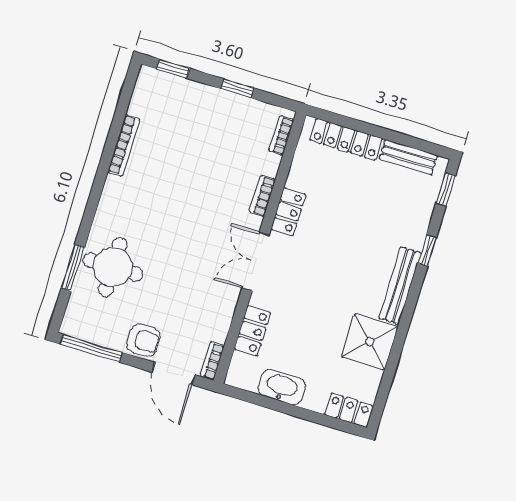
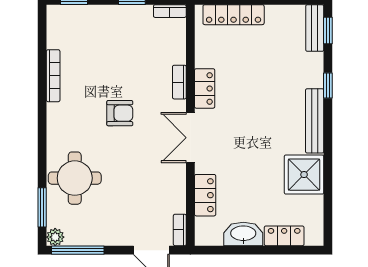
bookcase: (281, 135) -> (170, 11), moved, turned -90
bench: (408, 157) -> (315, 28), moved, turned 90
window: (73, 268) -> (42, 207), moved
plant: (71, 326) -> (55, 237), added
armchair: (143, 340) -> (120, 113), moved
locker: (349, 410) -> (284, 236), moved

